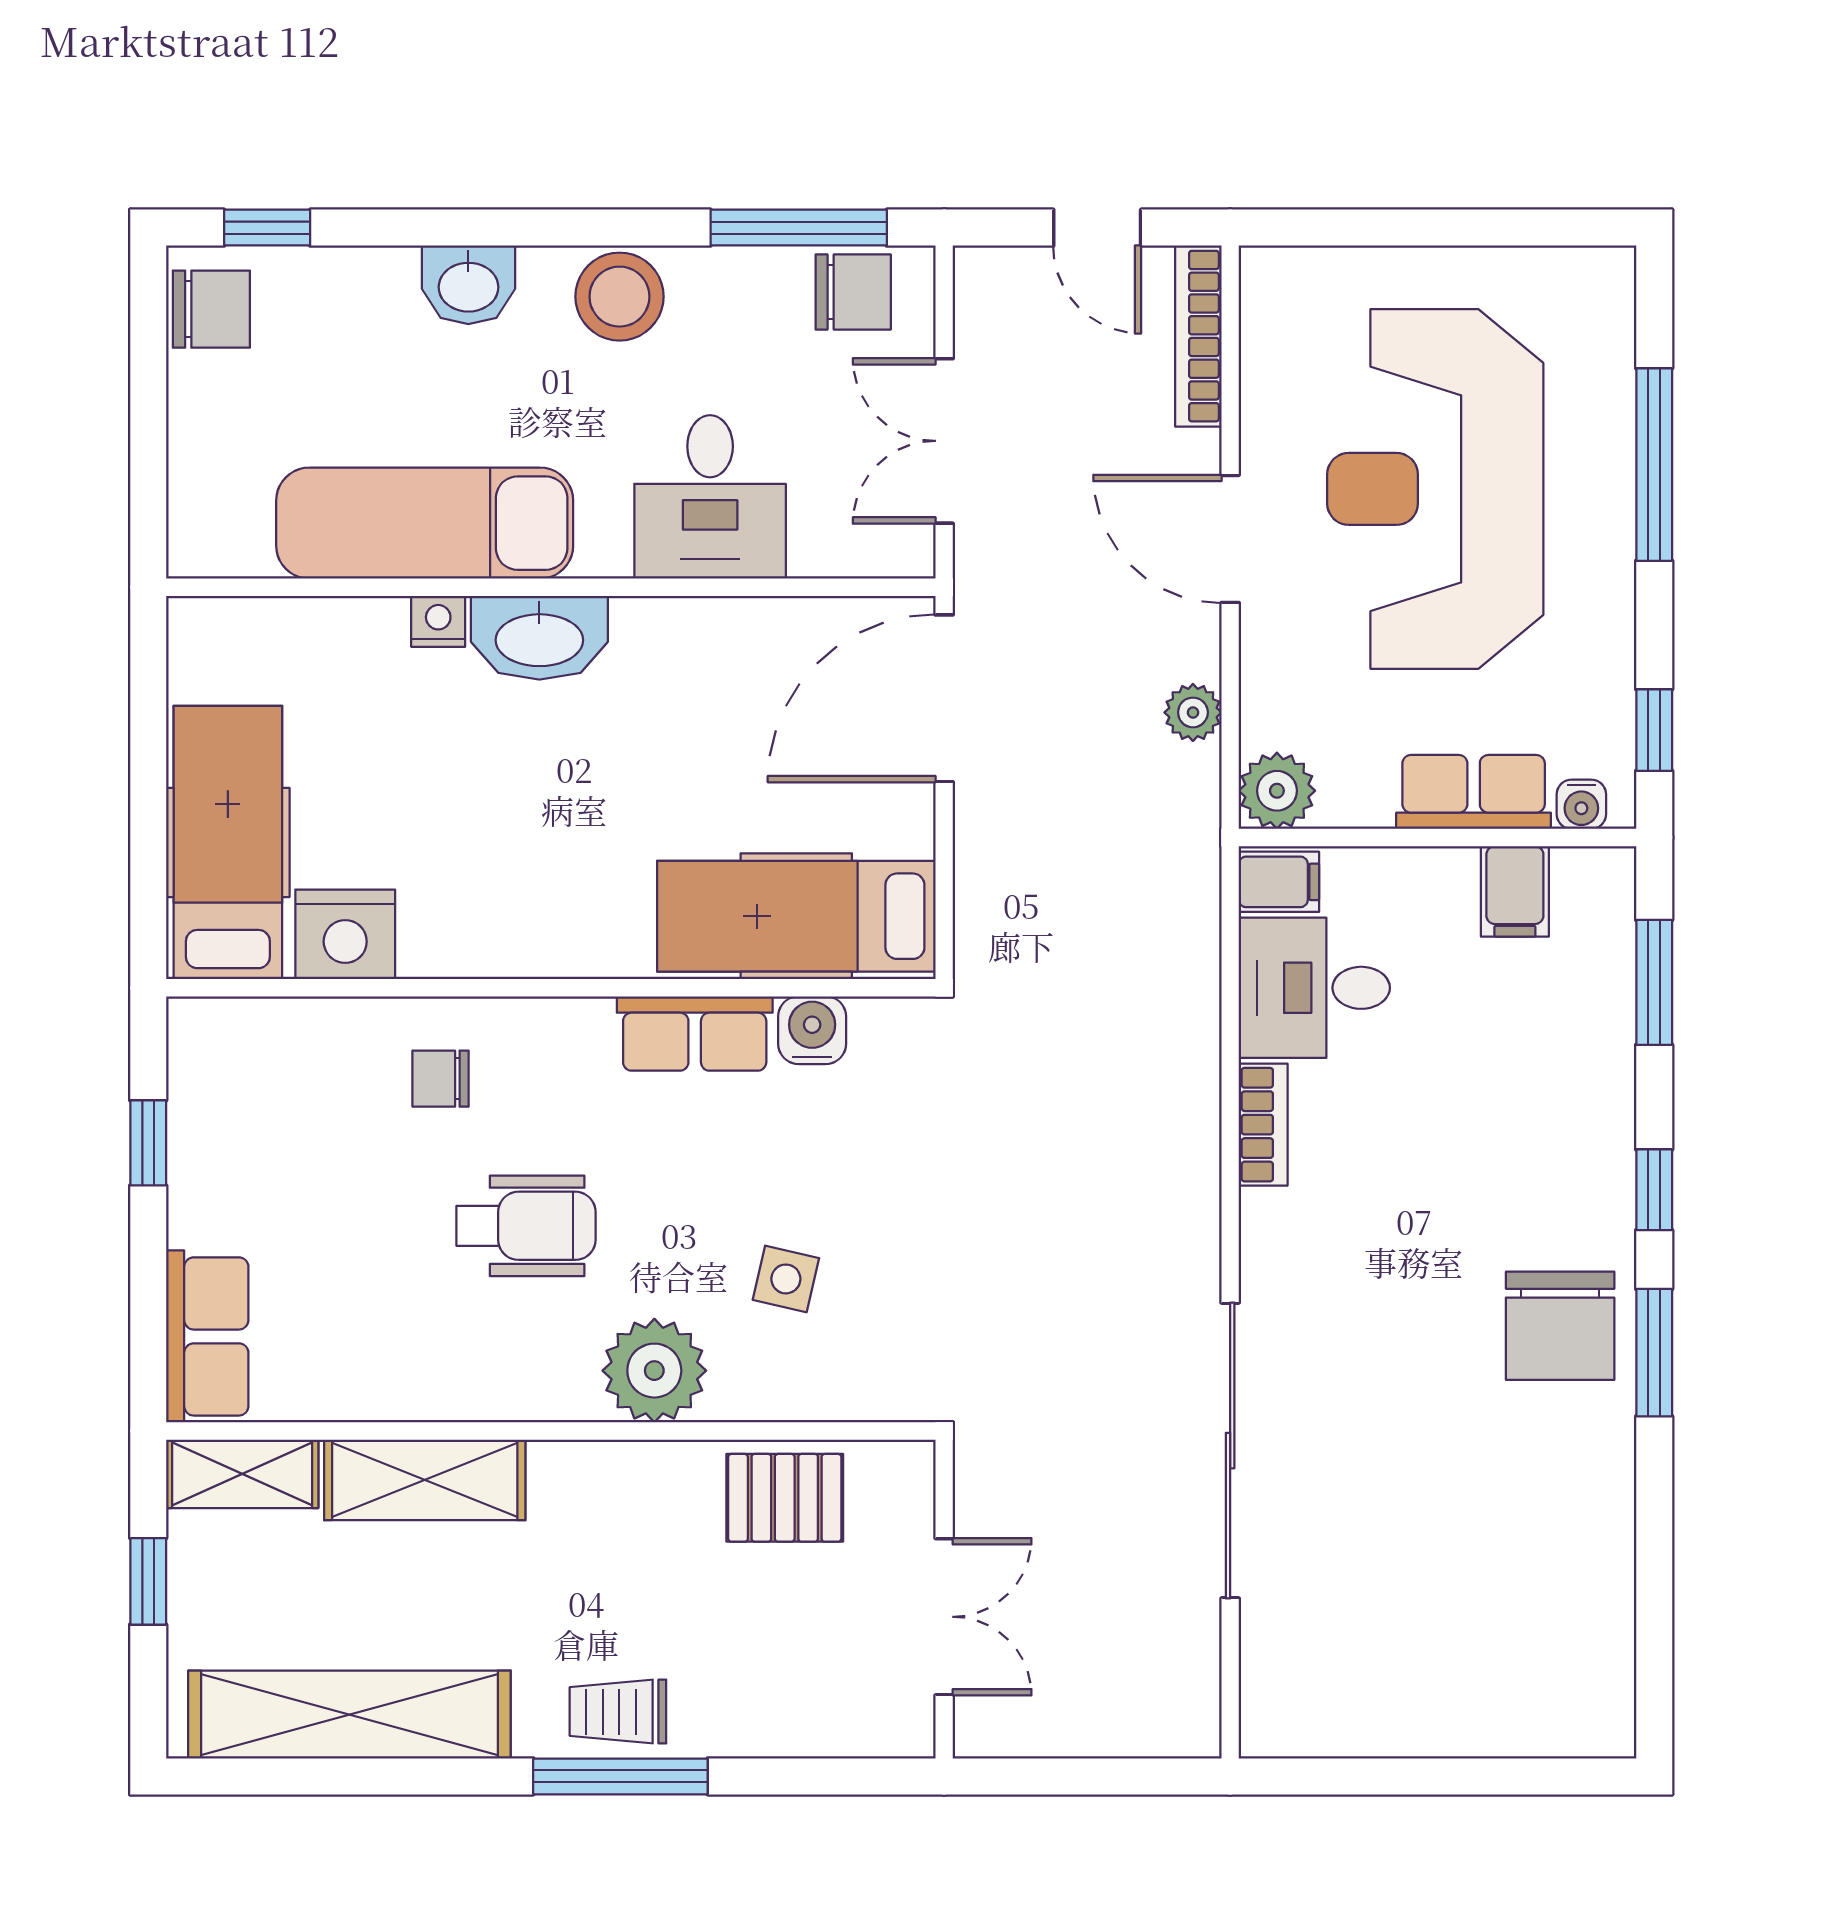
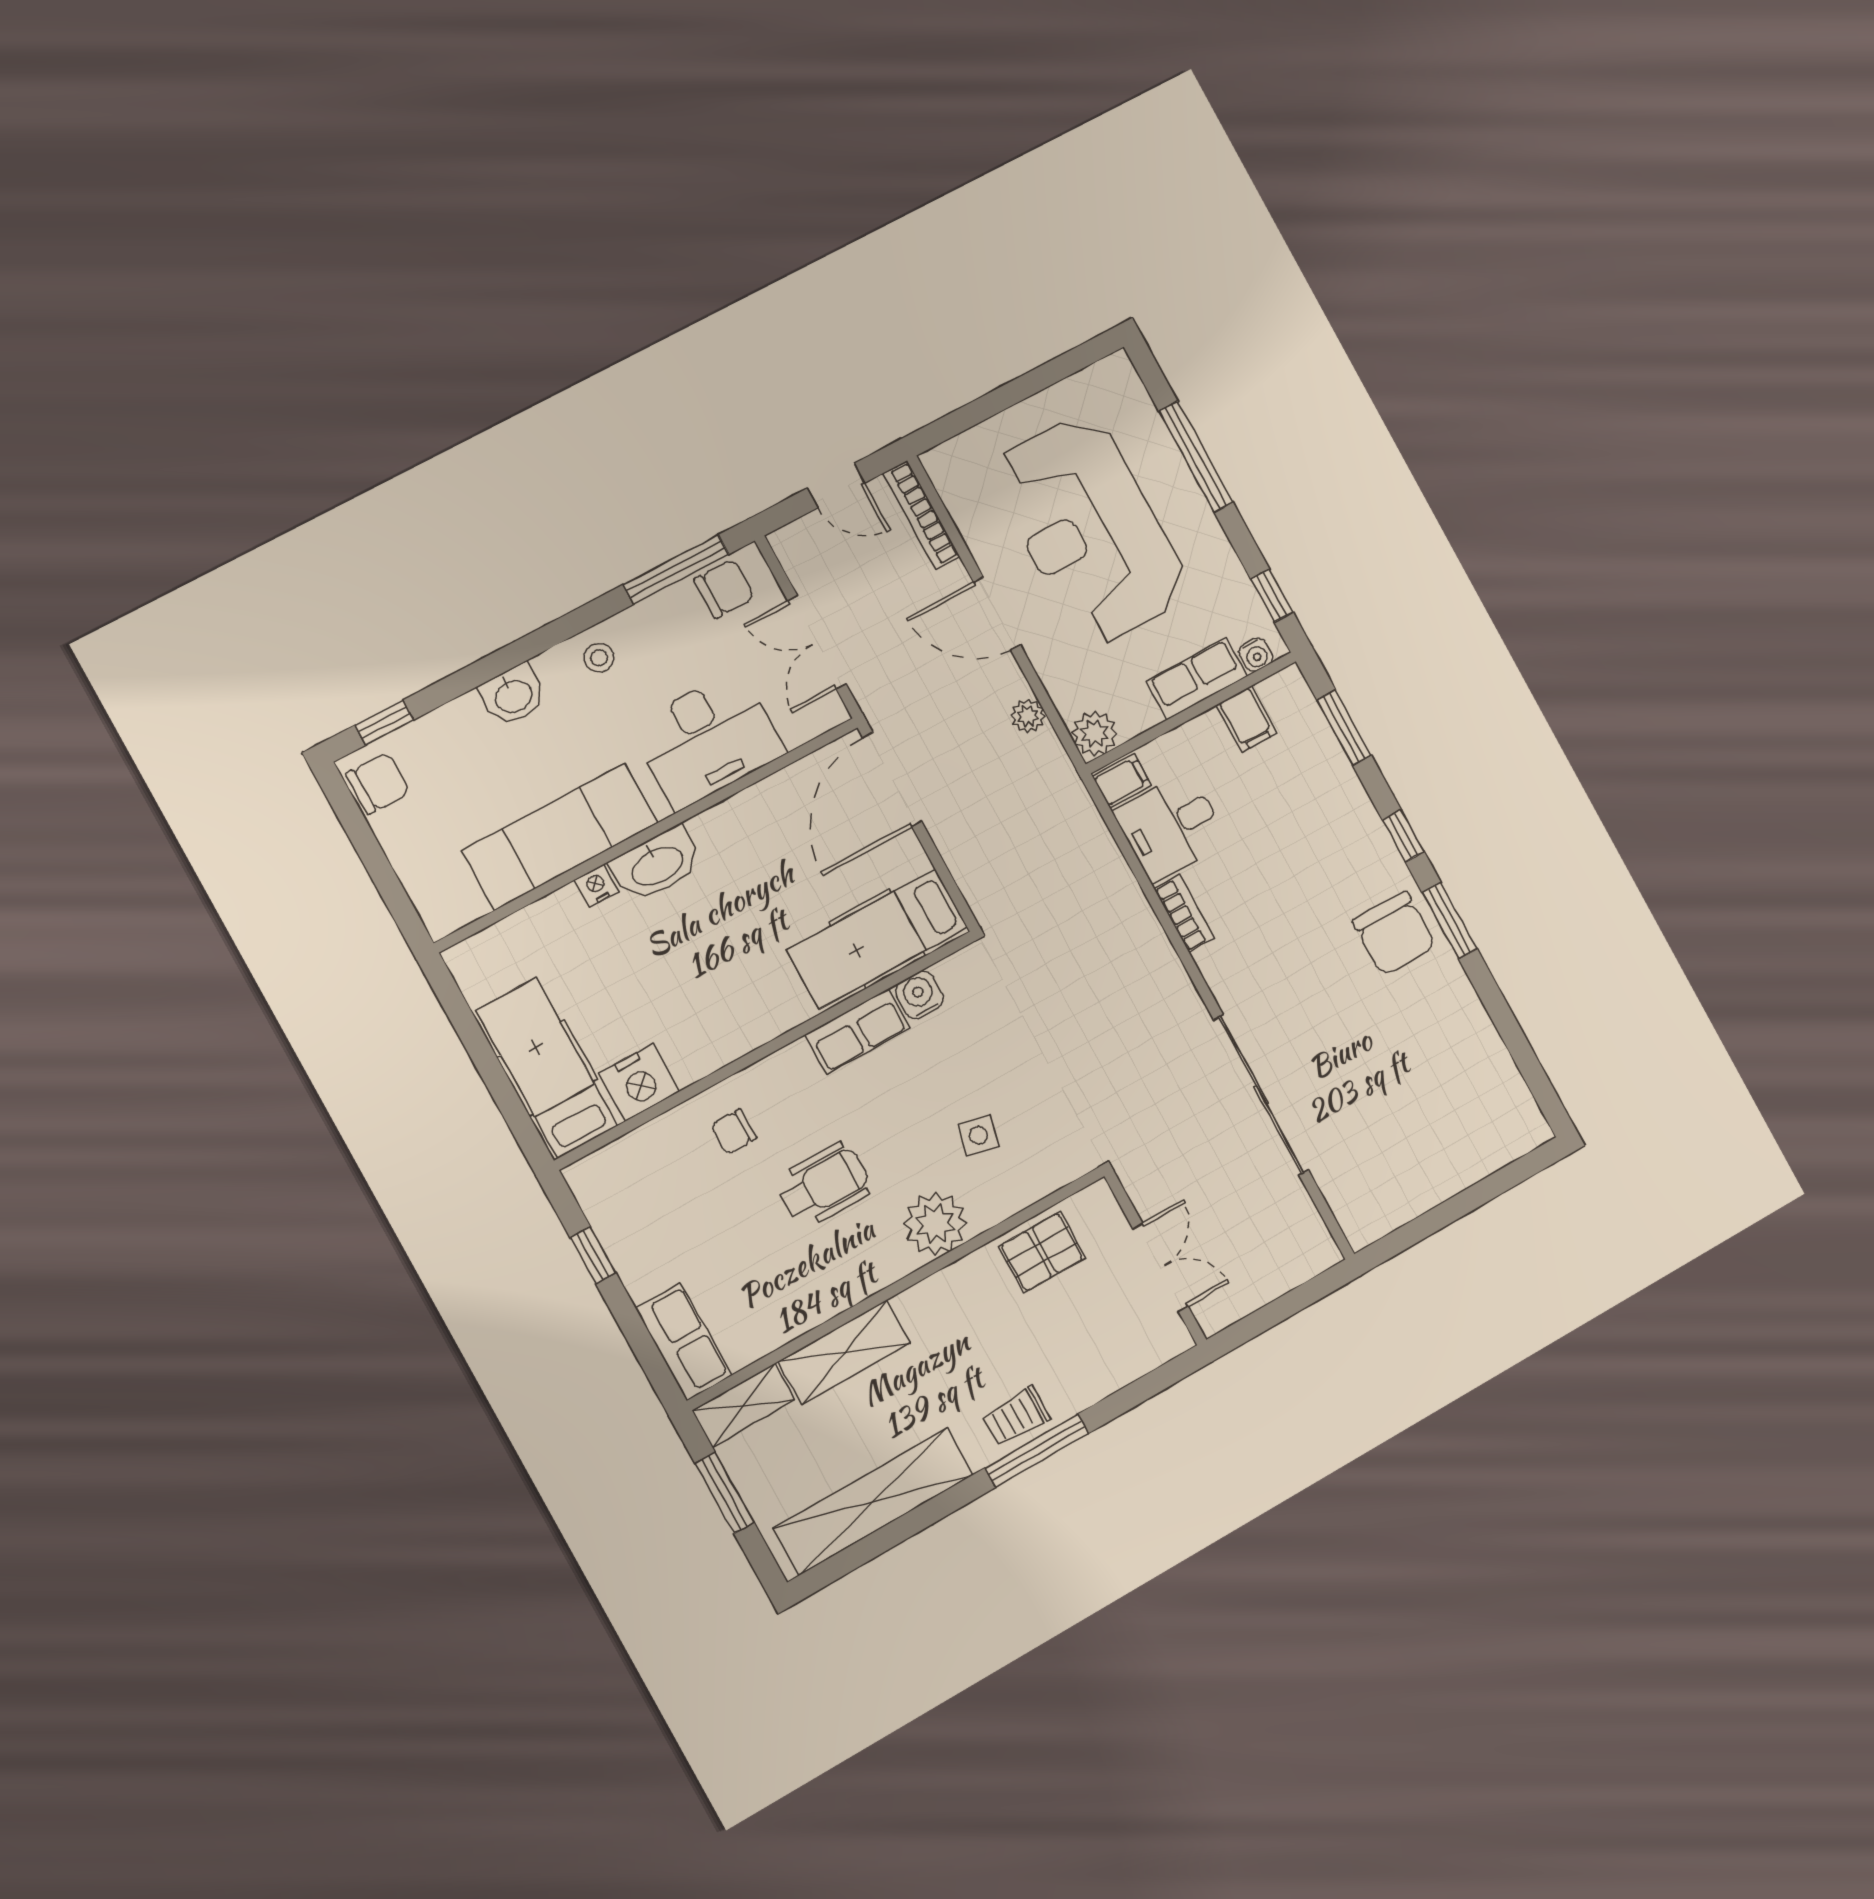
stool: (619, 297) -> (599, 658), width x0.53, depth x0.53
desk: (710, 497) -> (708, 739), width x1.37
window: (148, 1581) -> (724, 1493), width x1.50

